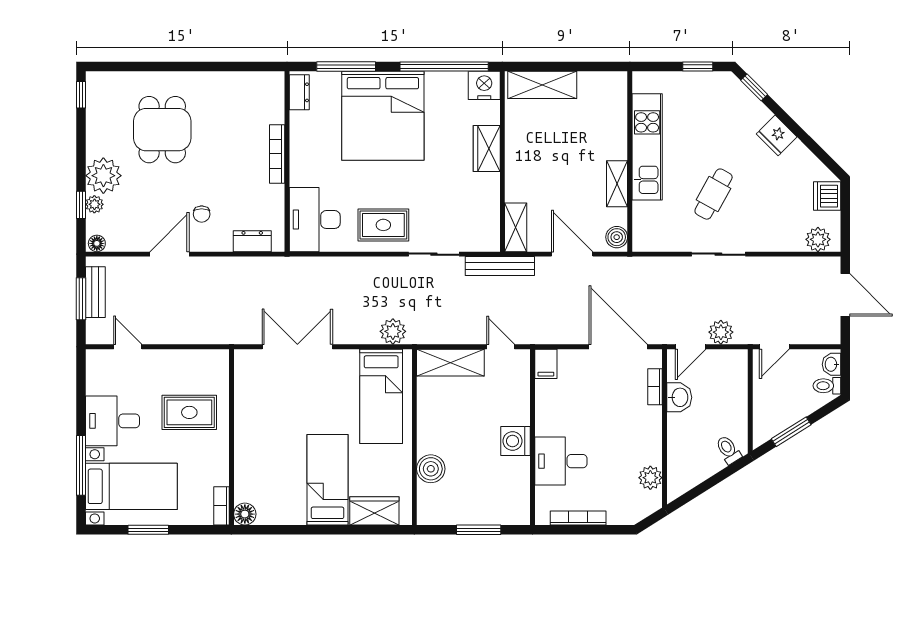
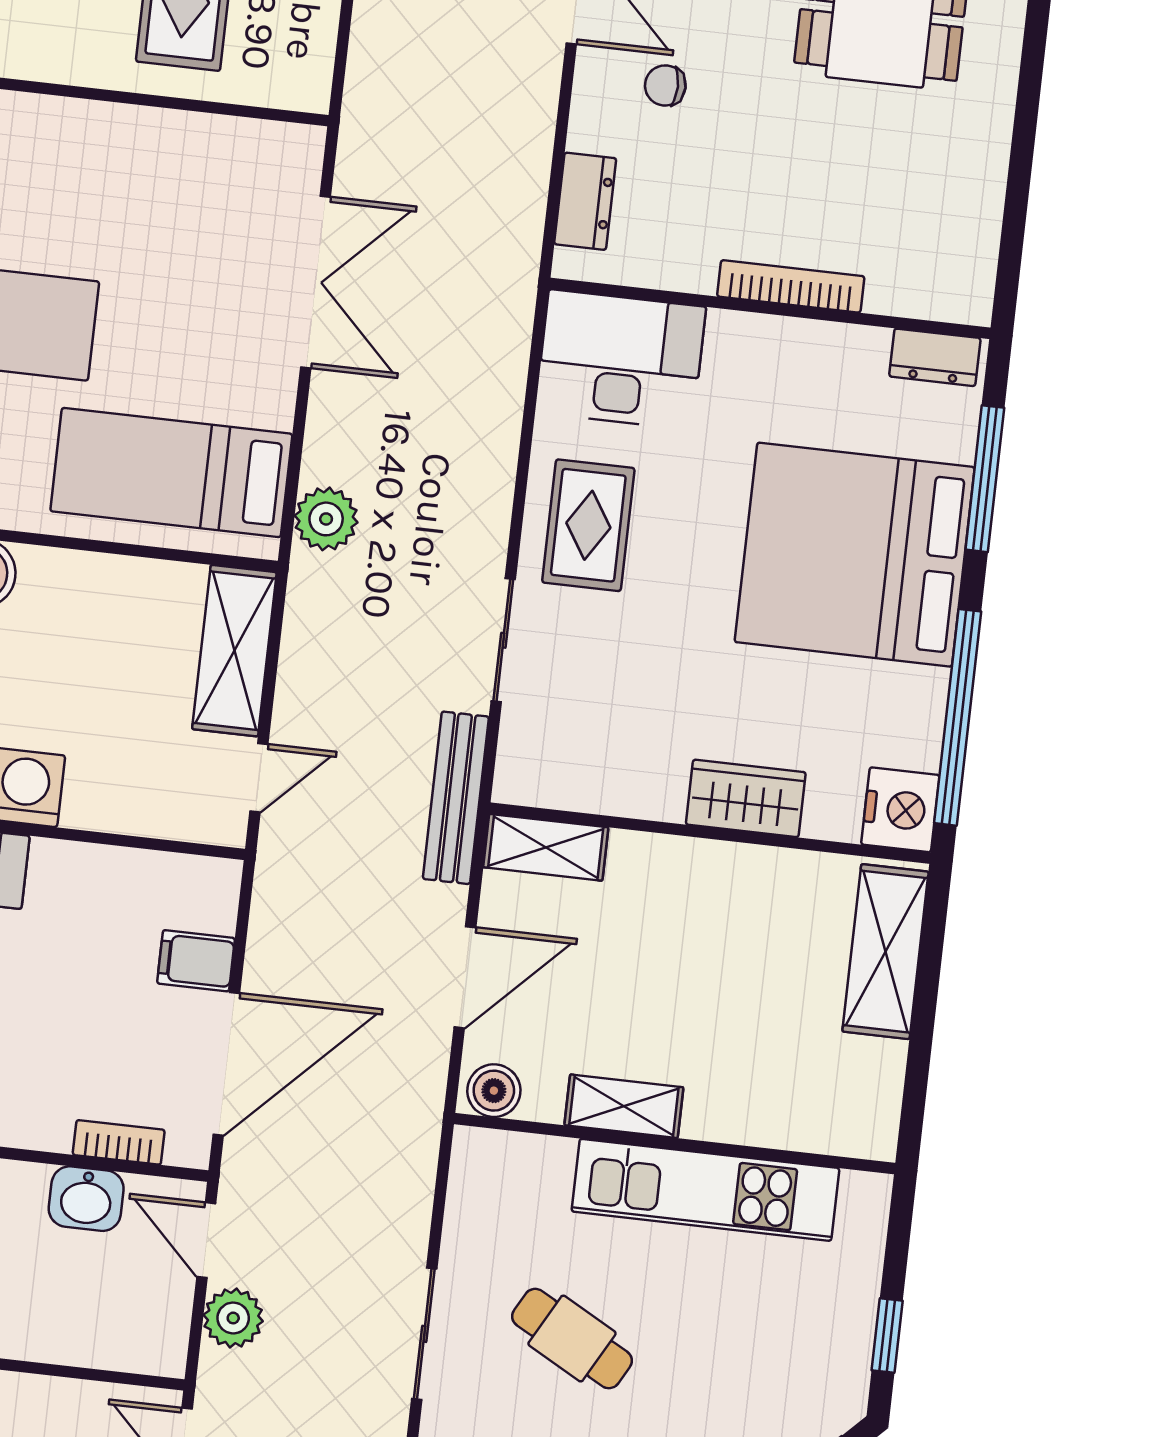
filing cabinet: (546, 364) -> (196, 961), moved

